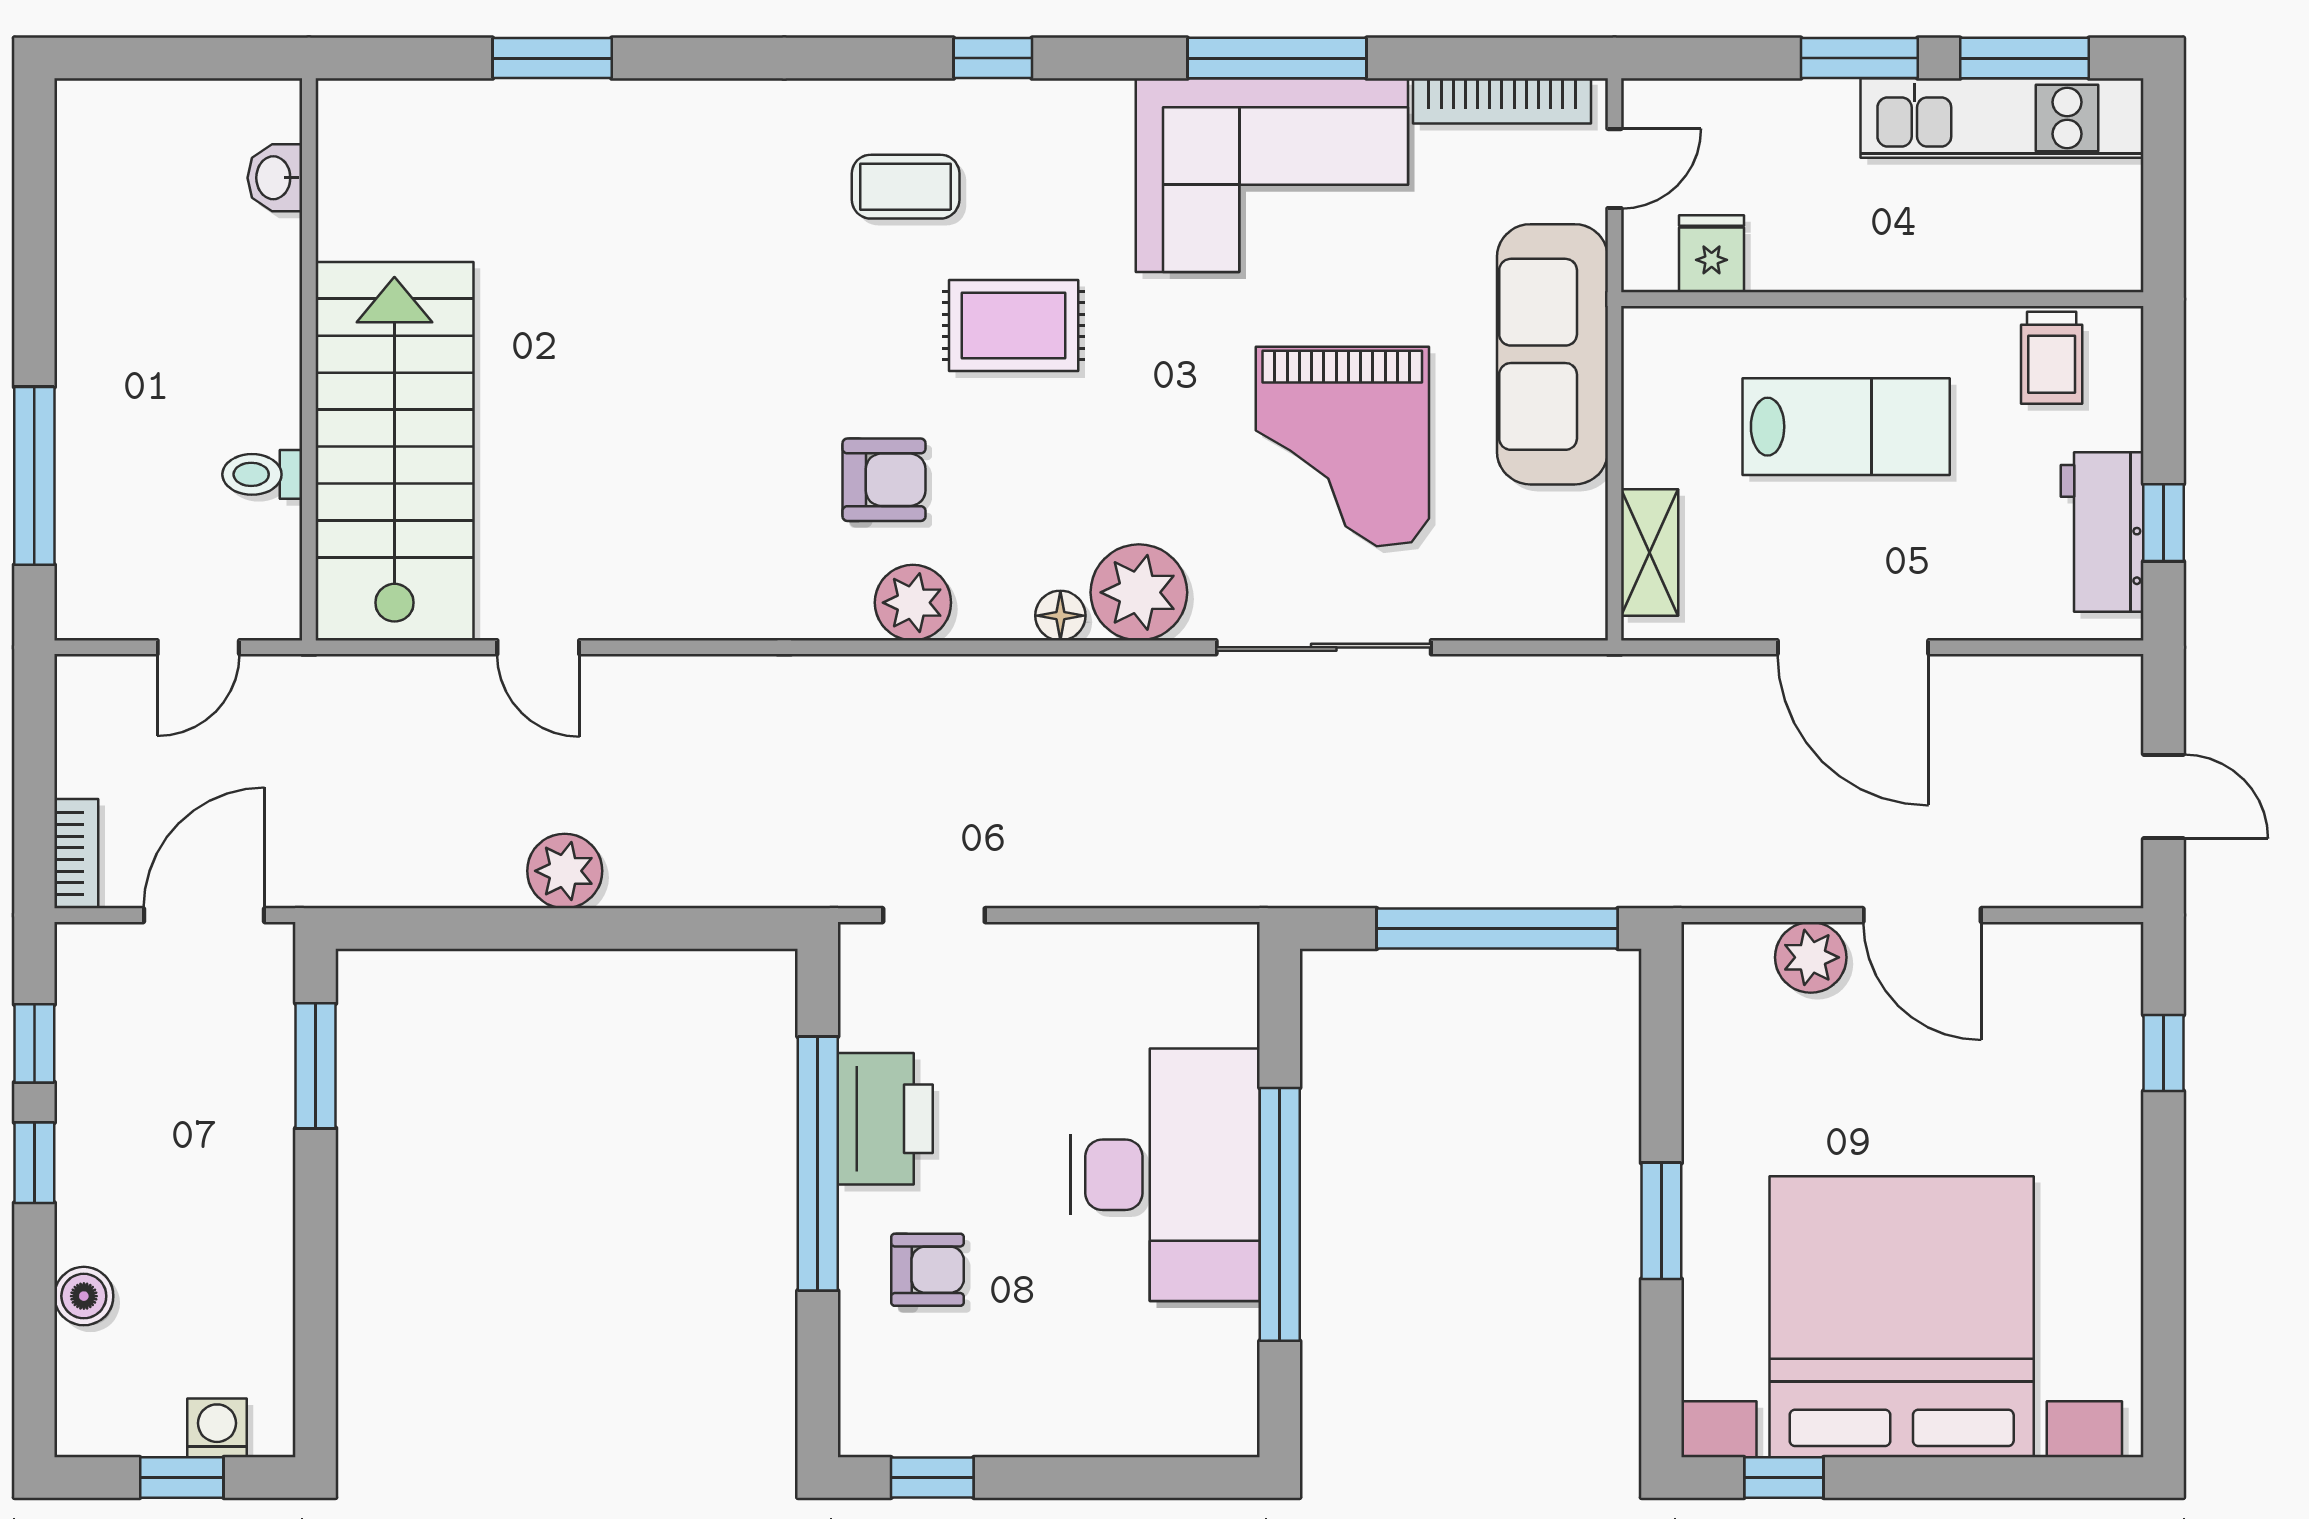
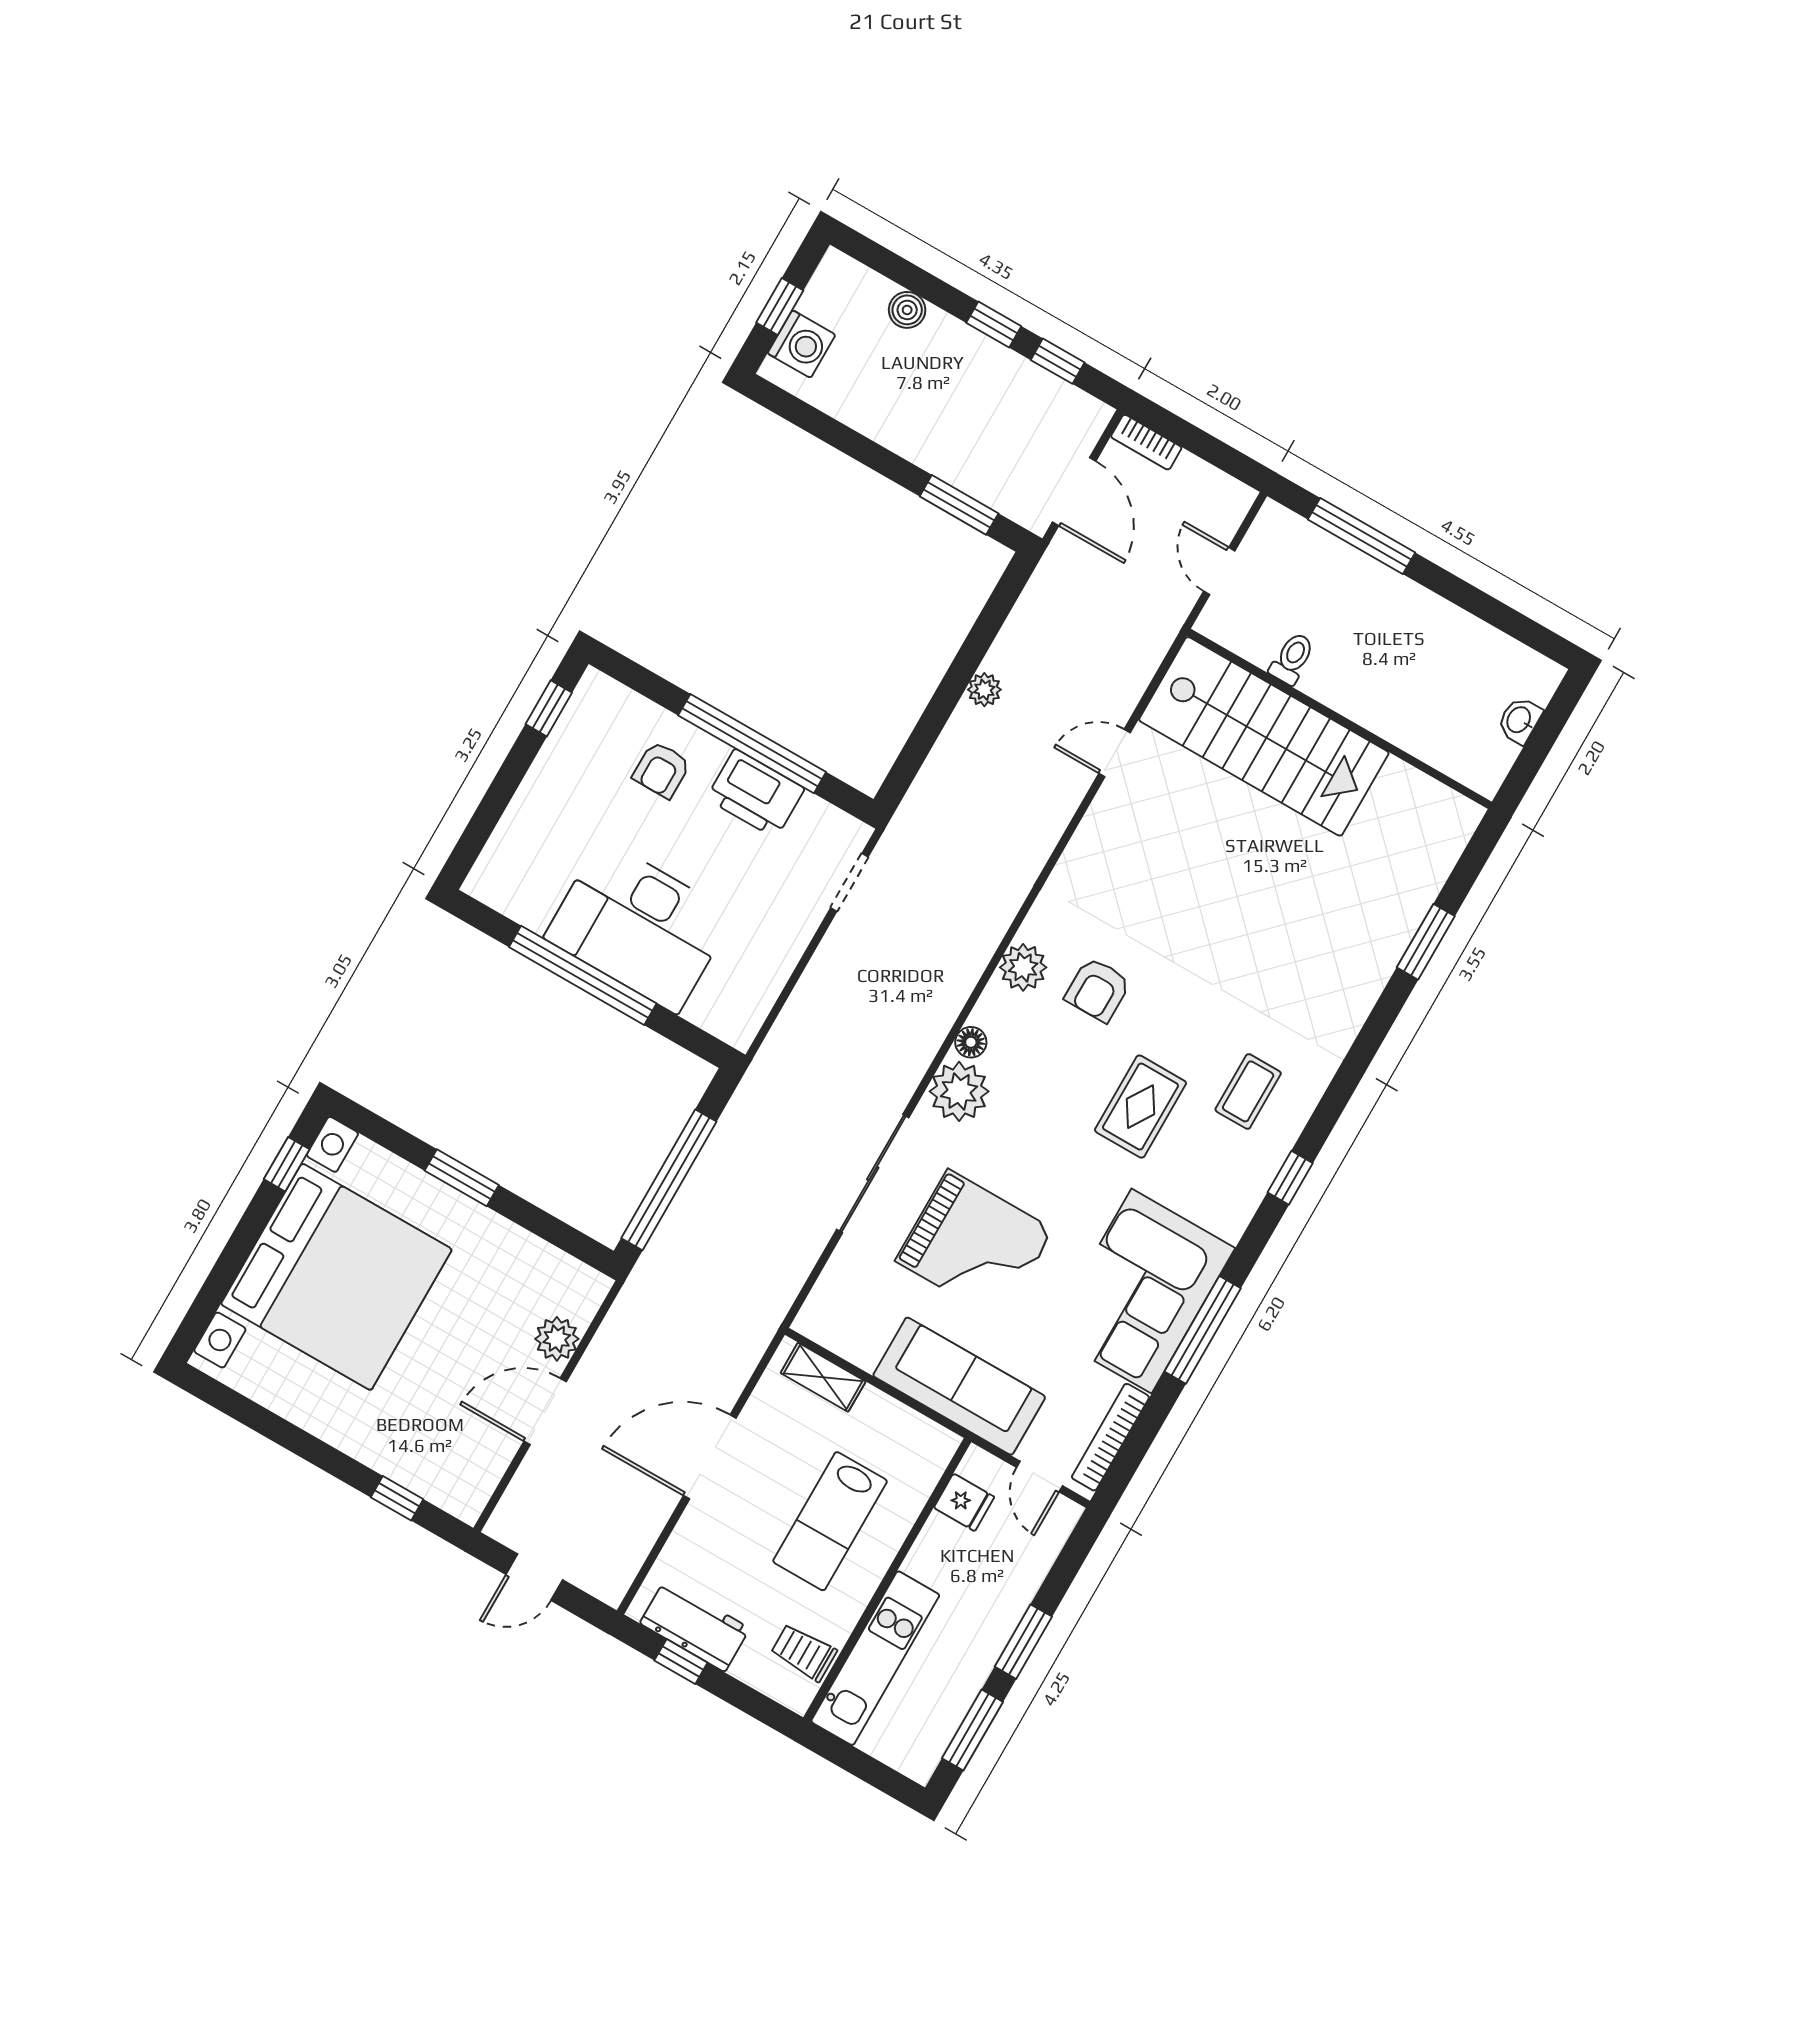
kitchen unit: (2002, 118) -> (875, 1658), moved, turned 180
washbasin: (275, 178) -> (1520, 720), moved, turned -90
grand piano: (1342, 447) -> (974, 1245), turned 180
plant: (565, 871) -> (984, 690), width x0.73, depth x0.73
washing machine: (217, 1428) -> (802, 344), width x1.38, depth x1.38

